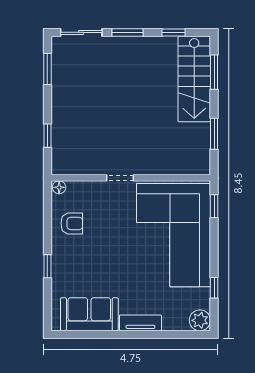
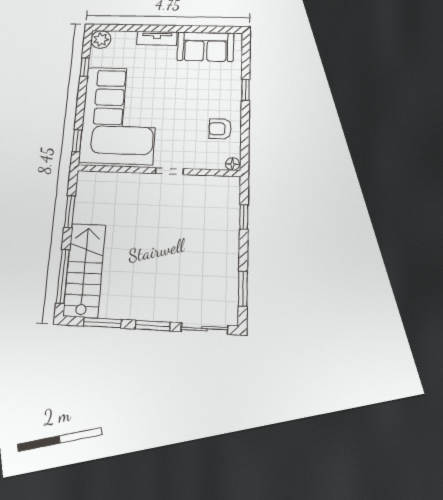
window: (174, 32) -> (102, 323), width x1.50
window: (214, 72) -> (63, 276), width x1.44

